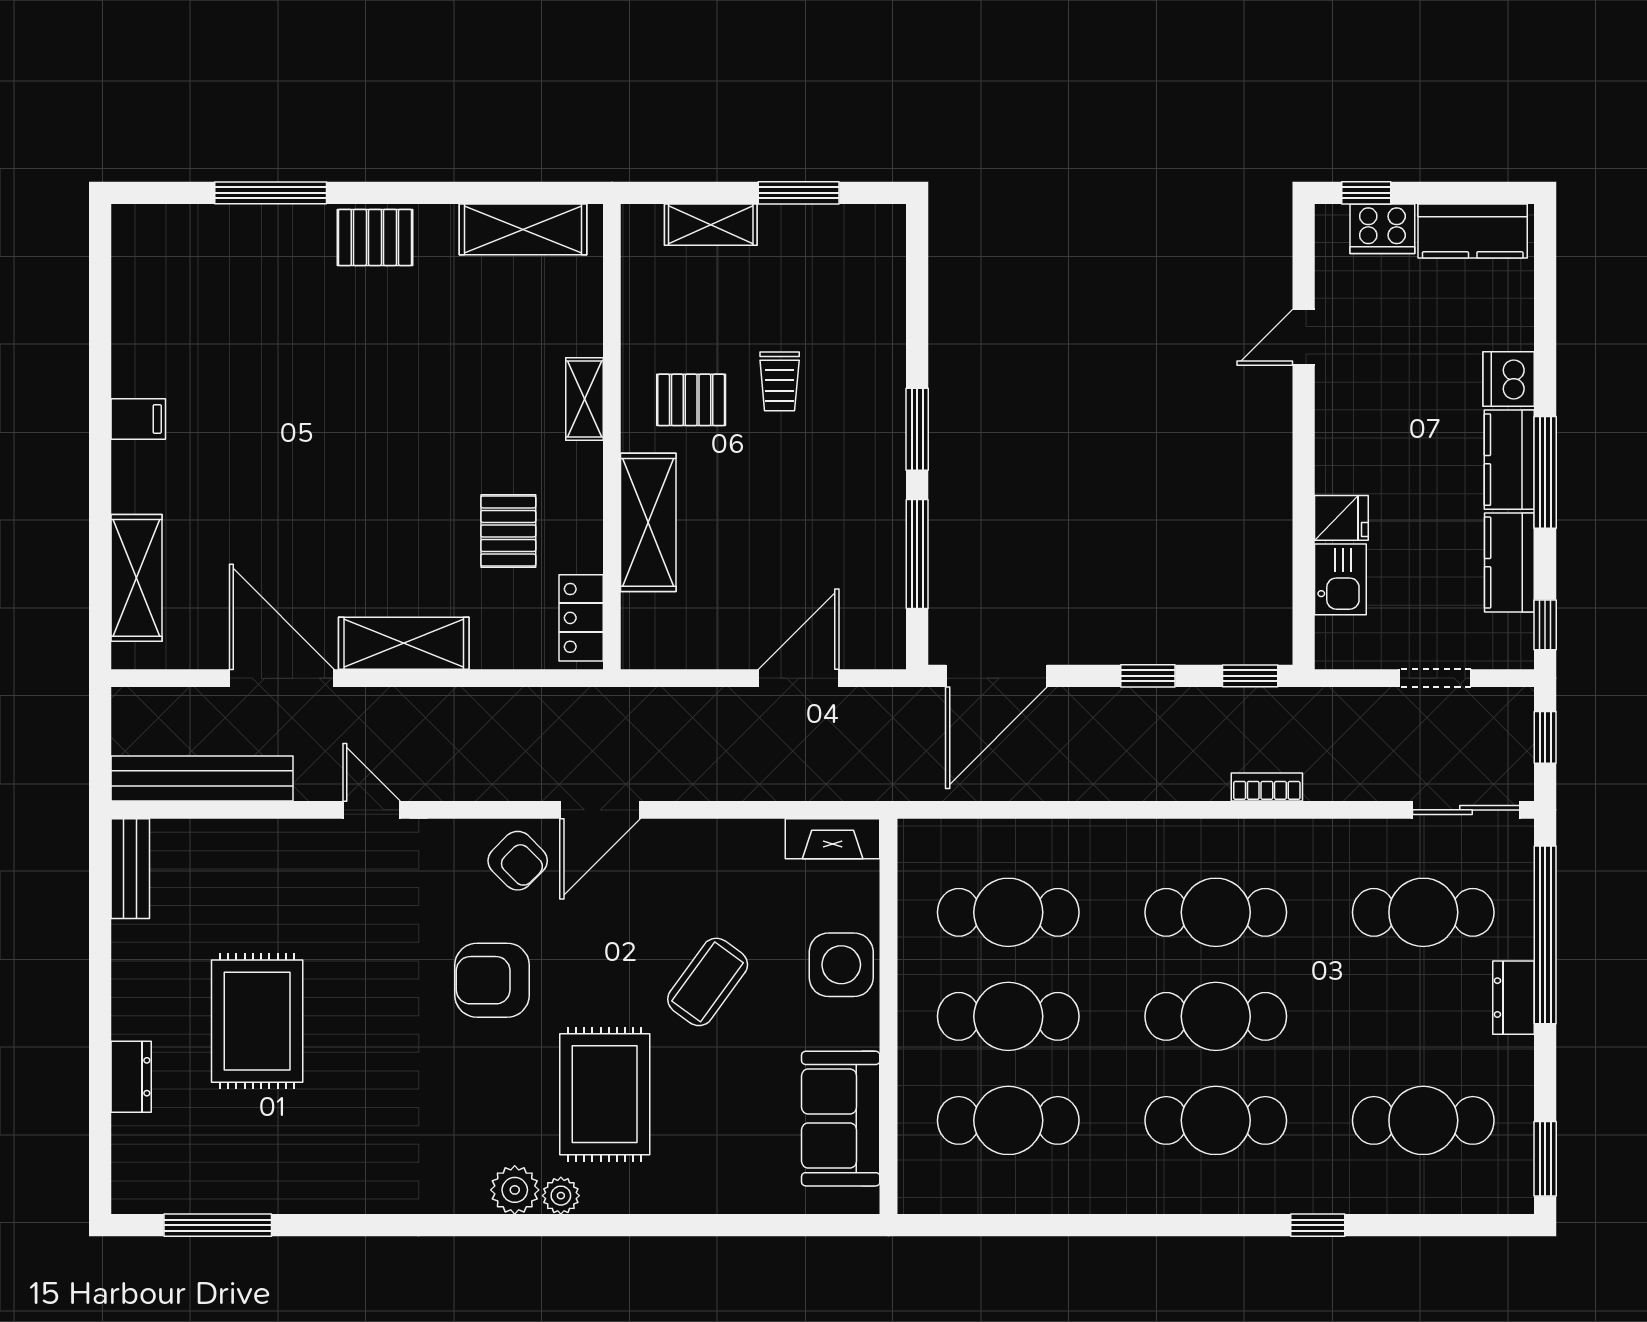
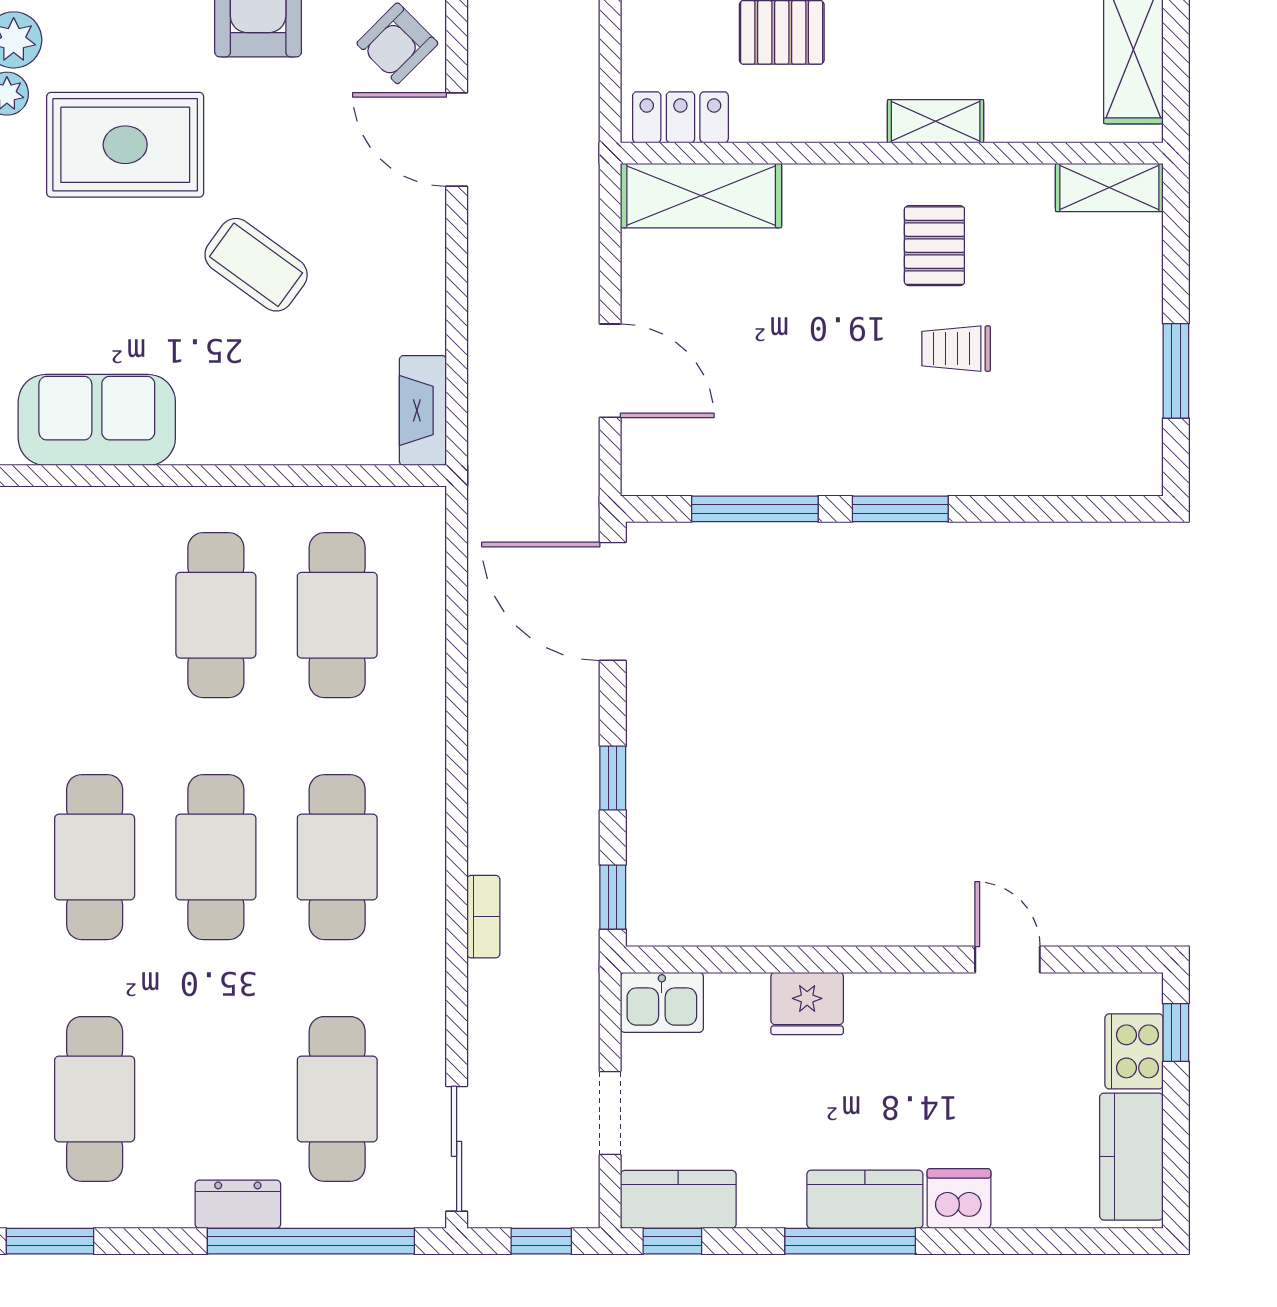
shelving: (711, 225) -> (1109, 188), moved, turned 90
fridge: (1341, 518) -> (807, 1003), width x1.38
shelving: (648, 522) -> (701, 196), moved
kitchen counter: (1509, 563) -> (678, 1199), moved
kitchen sink: (1340, 579) -> (662, 1002), moved
side table: (841, 965) -> (276, 420), removed
cafe table: (1008, 1120) -> (95, 615), removed

